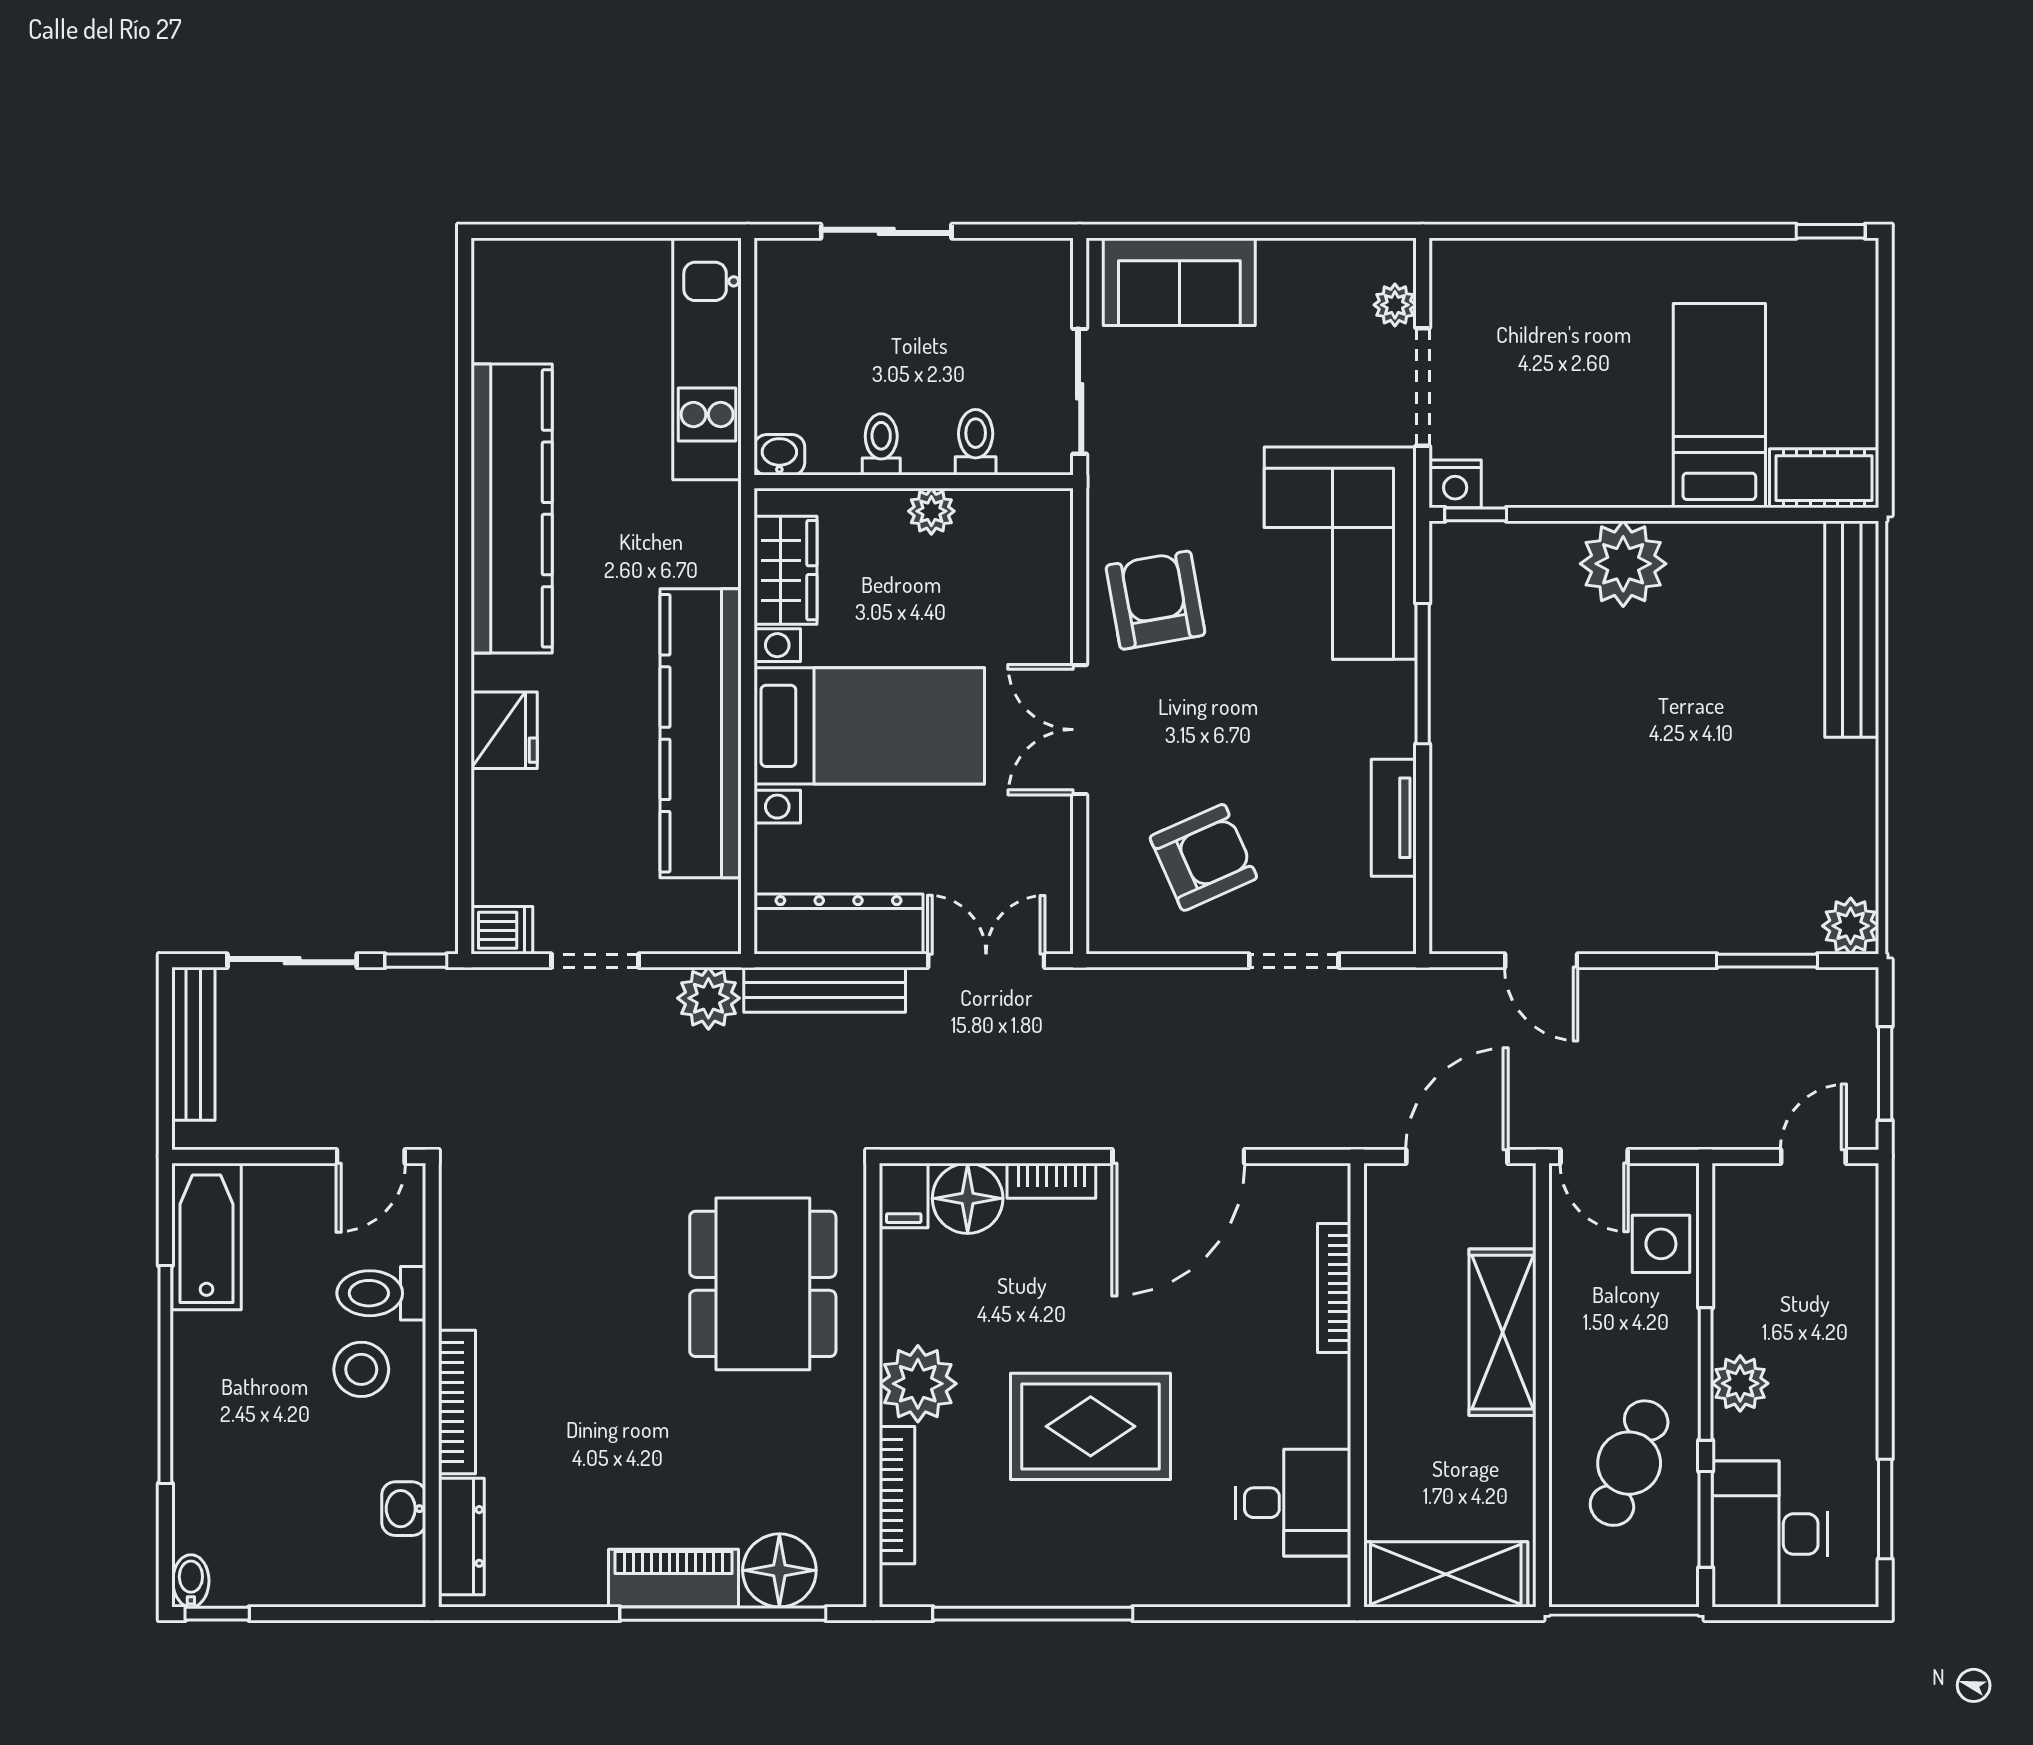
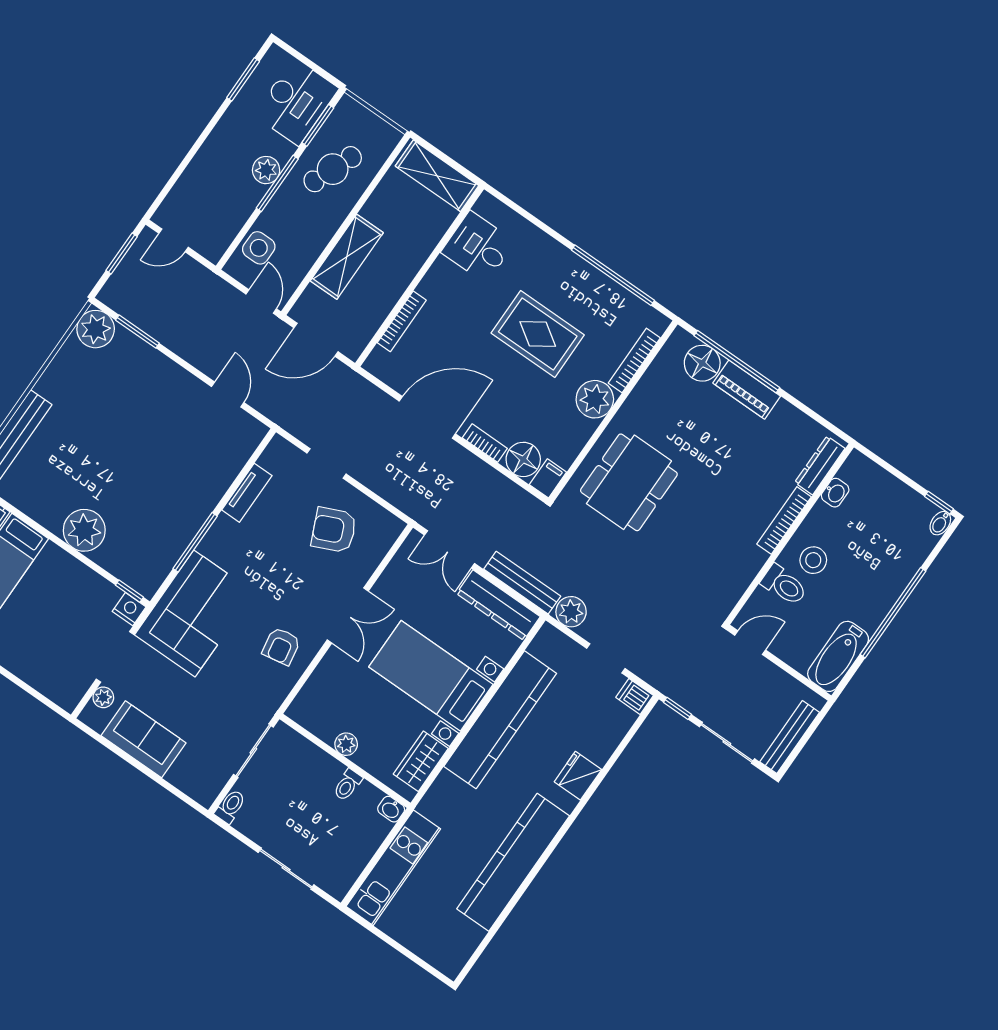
sofa: (1179, 282) -> (144, 739), moved
toilet: (976, 442) -> (230, 806), moved, turned 180
armchair: (1155, 600) -> (281, 646), width x0.72, depth x0.72
plant: (1851, 926) -> (96, 329), width x1.36, depth x1.36

